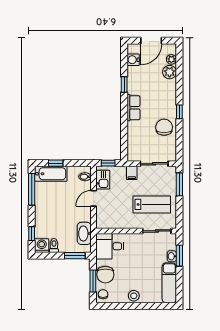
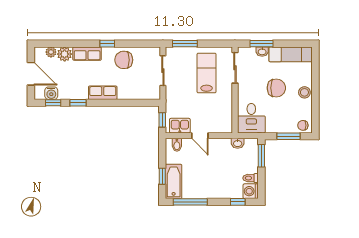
window: (124, 61) -> (53, 103), added
row of seats: (170, 93) -> (87, 54), added
filing cabinet: (132, 173) -> (173, 95), removed
washbasin: (84, 233) -> (238, 143), width x0.52, depth x0.69
chair: (105, 275) -> (276, 88), moved

